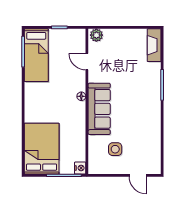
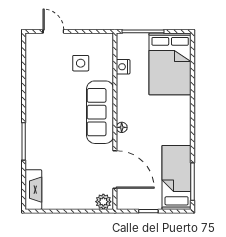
door: (87, 62) -> (115, 169), width x1.87
nightstand: (80, 168) -> (123, 67), moved

